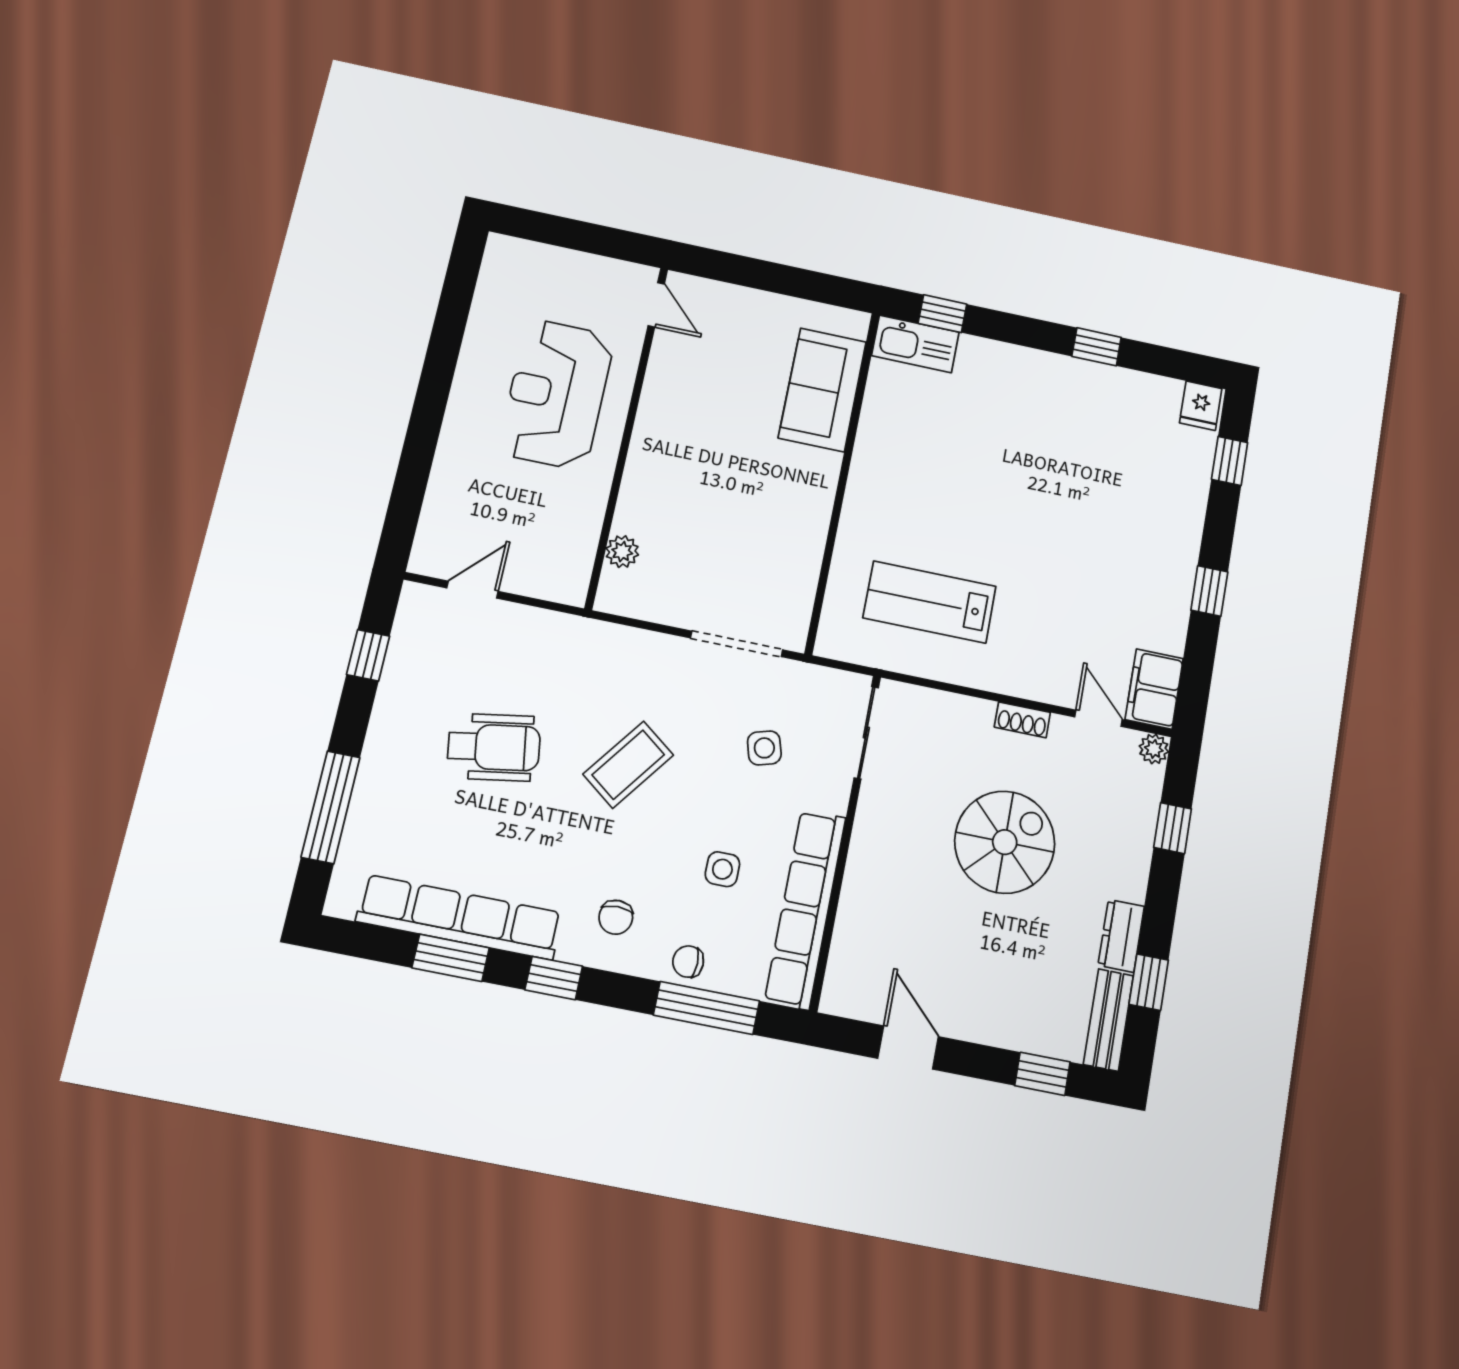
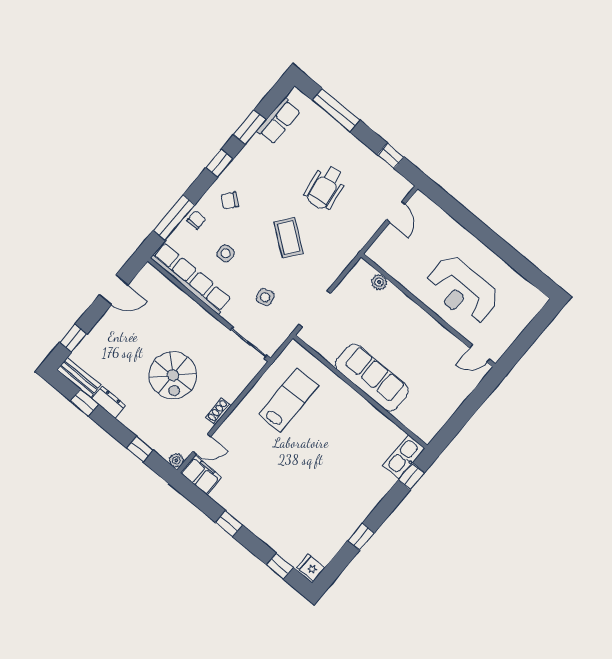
sofa: (822, 390) -> (372, 378), moved, width x1.36
reception desk: (556, 394) -> (462, 290), turned 180
row of seats: (459, 917) -> (279, 121), width x0.50
chair: (616, 917) -> (230, 200), turned -50

